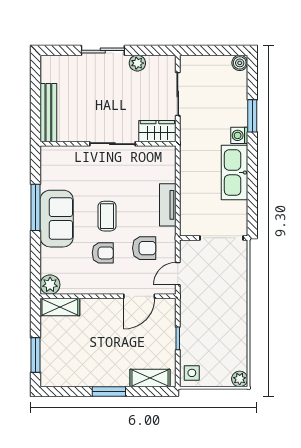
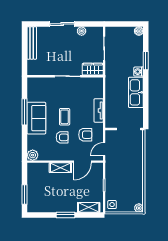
bench: (48, 113) -> (32, 43), moved
shelving: (60, 307) -> (60, 168), moved

